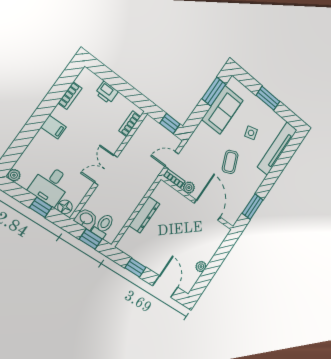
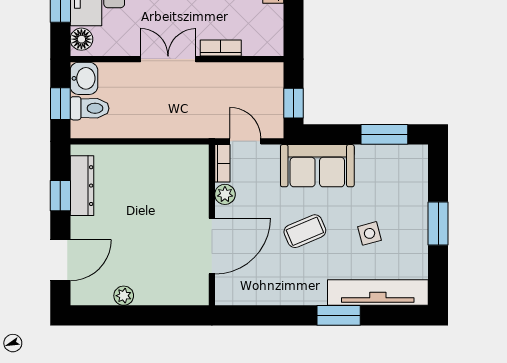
sofa: (222, 110) -> (317, 166), moved
bookcase: (130, 124) -> (221, 48), moved
window: (253, 207) -> (339, 315), moved
dresser: (144, 215) -> (82, 186), moved, turned -90

